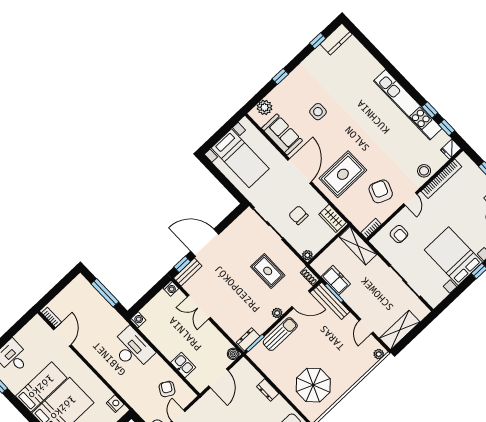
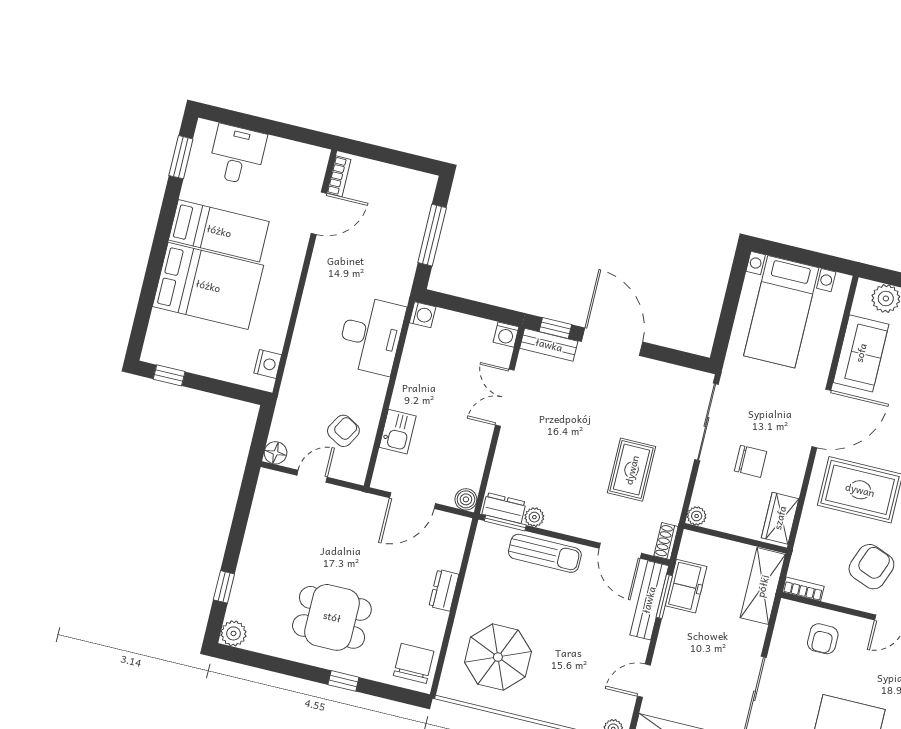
chair: (298, 215) -> (750, 461), turned 90
plant: (277, 313) -> (534, 517), moved

